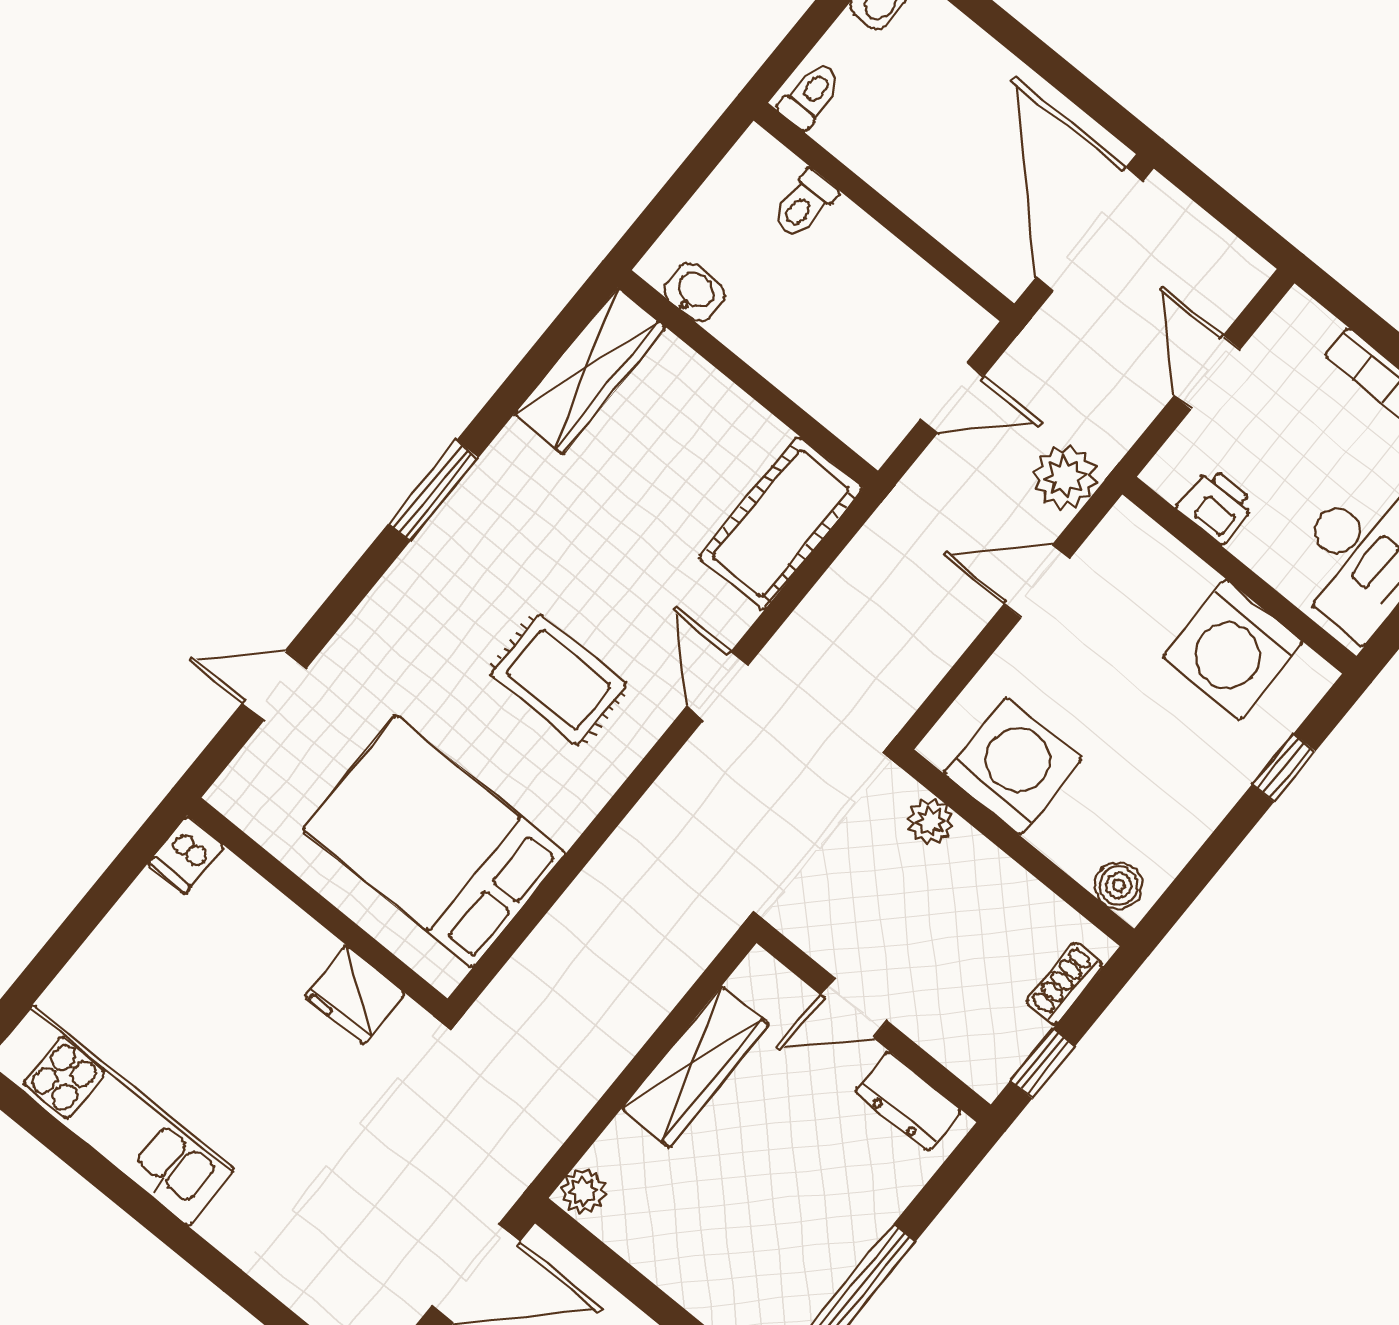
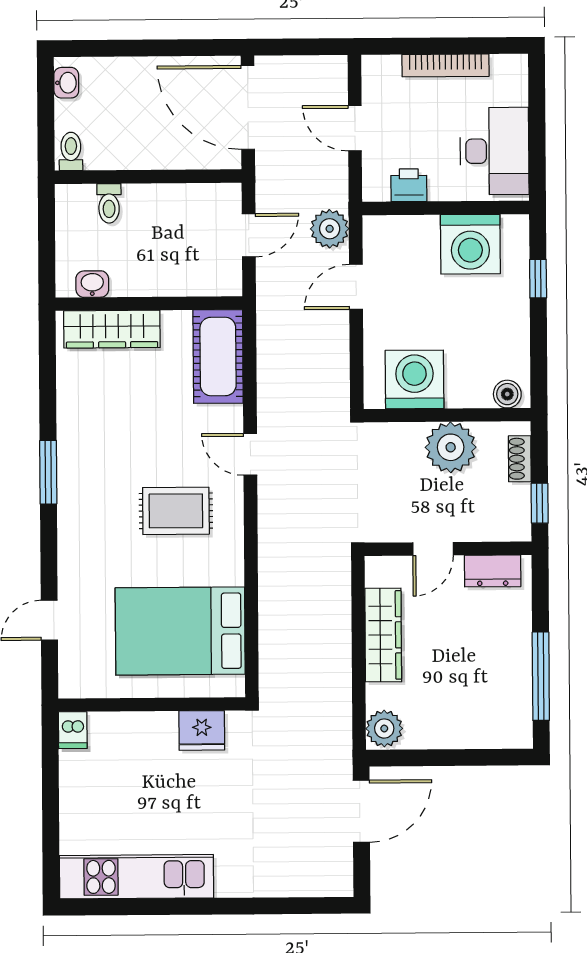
wardrobe: (590, 371) -> (112, 329), moved, turned 90
plant: (930, 822) -> (451, 447), moved, width x1.87, depth x1.87
plant: (583, 1191) -> (384, 729), width x1.38, depth x1.38

